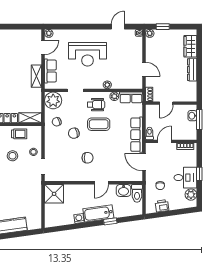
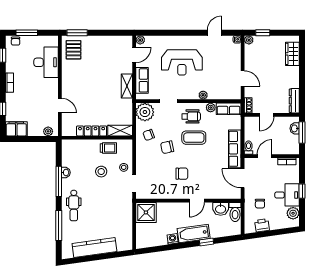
dresser: (192, 70) -> (294, 101), moved

